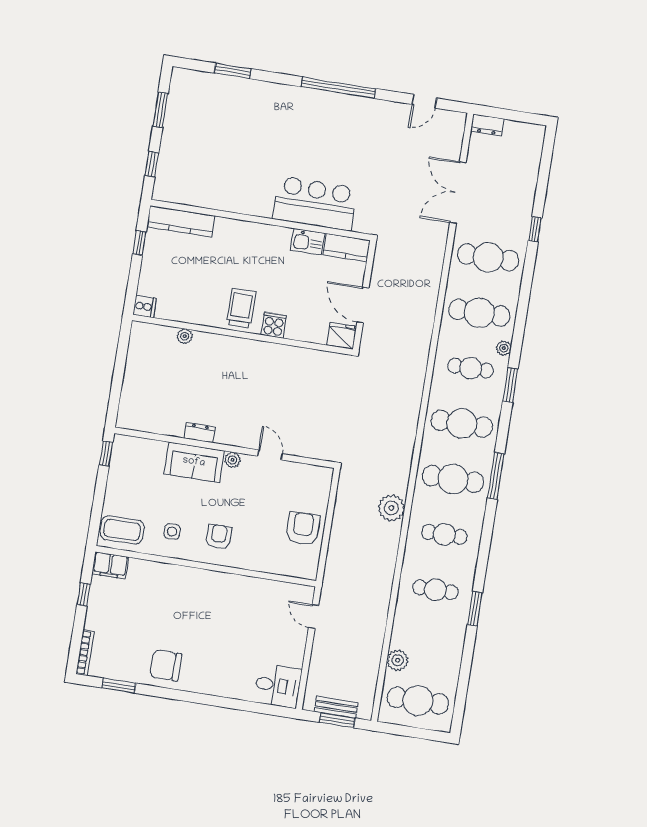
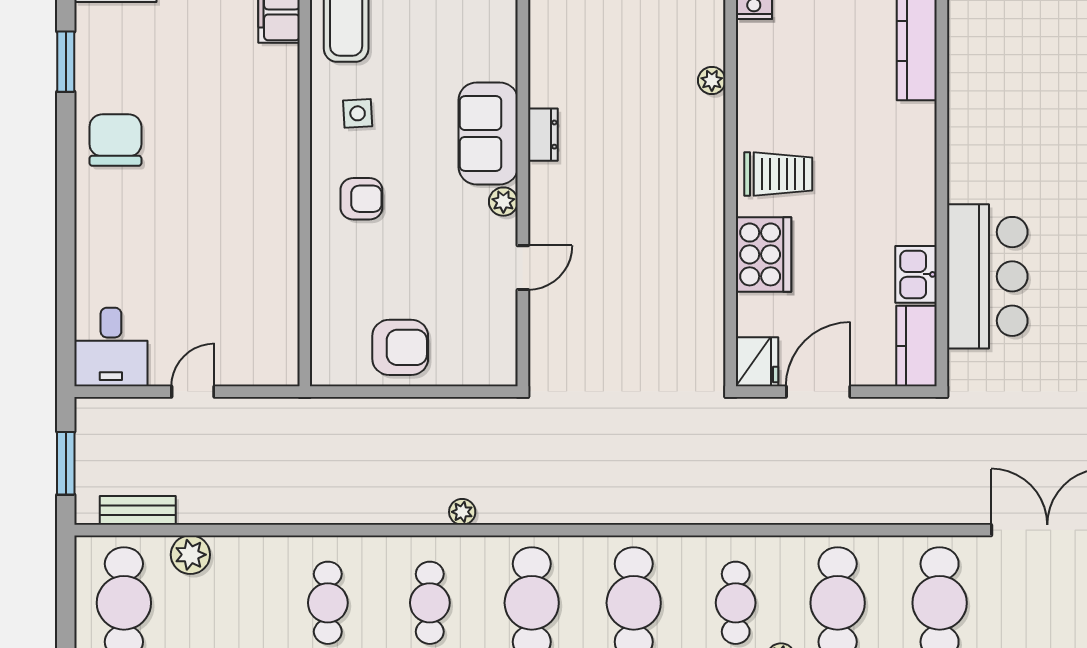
cooker: (274, 325) -> (763, 254), width x1.87, depth x1.31
plant: (391, 508) -> (462, 512), width x0.53, depth x0.53
door: (314, 616) -> (193, 392), moved
bench: (336, 707) -> (138, 510), moved, turned 90

